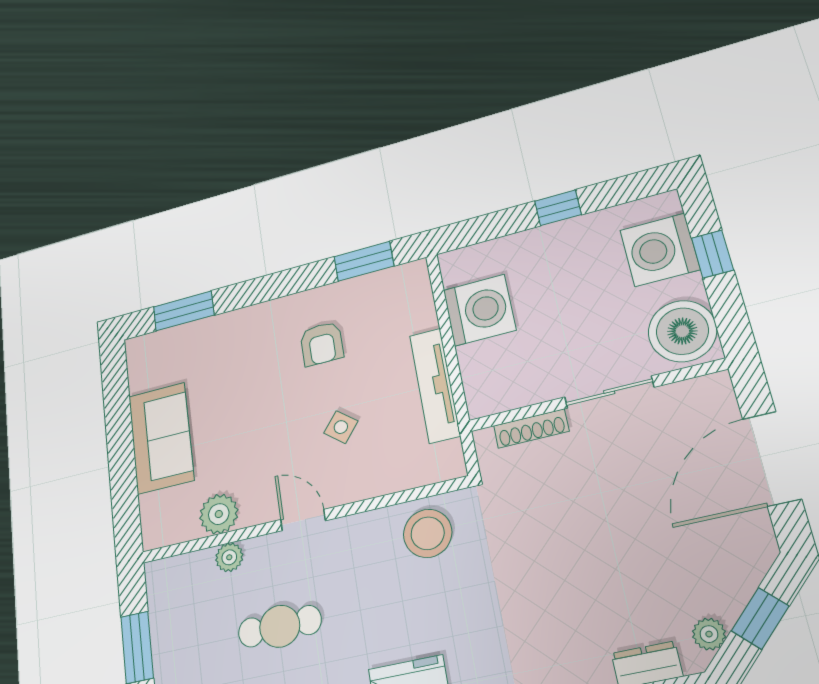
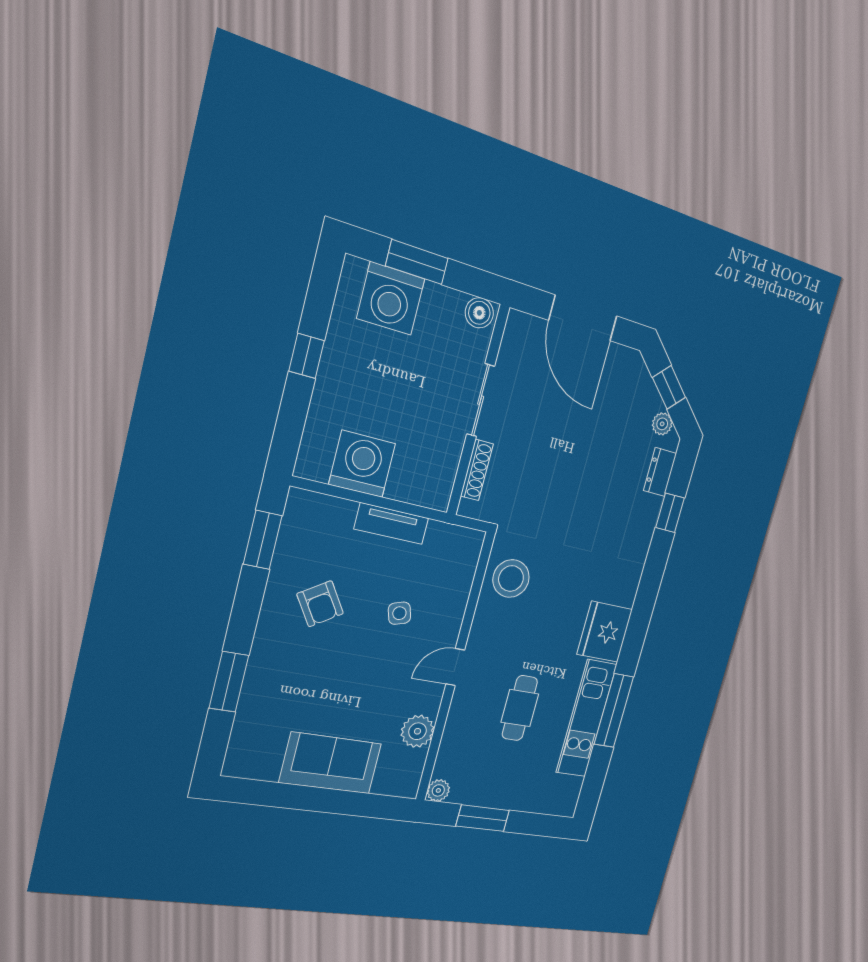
window: (712, 254) -> (417, 262), width x1.50
window: (184, 311) -> (229, 682), moved
boiler: (682, 331) -> (479, 313), width x0.54, depth x0.54
armchair: (322, 344) -> (320, 604), turned 57
tv unit: (435, 385) -> (392, 524), width x0.71
side table: (341, 427) -> (399, 613), turned 34
plant: (229, 557) -> (438, 790), moved

